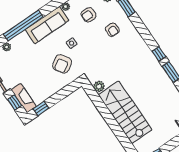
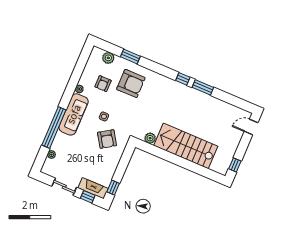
armchair: (112, 30) -> (131, 83), width x1.88, depth x1.88

